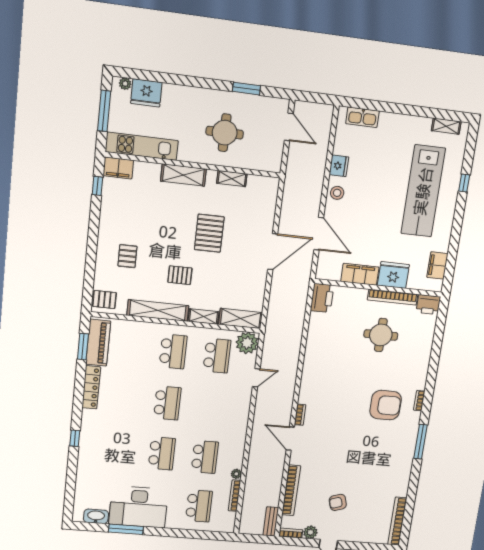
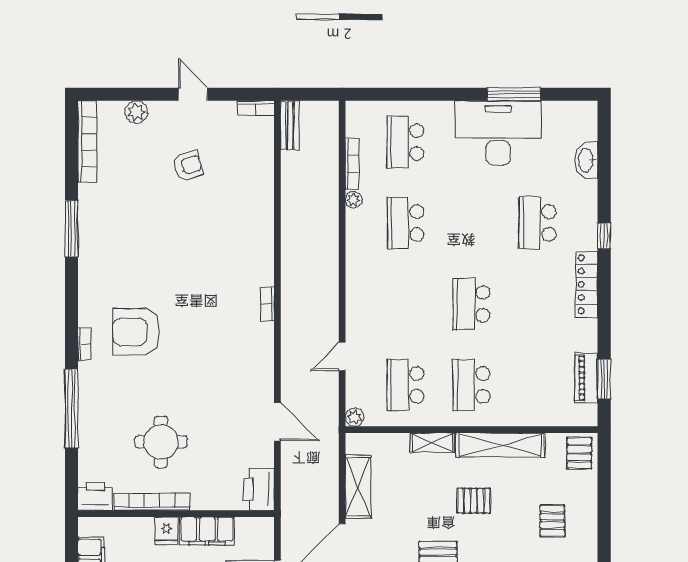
fridge: (393, 275) -> (166, 531), width x0.53, depth x0.75
pallet: (104, 300) -> (579, 453), turned 90
shelving: (241, 318) -> (358, 487), moved, turned 90
piano: (98, 343) -> (586, 378), width x0.73, depth x0.75
plant: (247, 343) -> (355, 417), width x0.53, depth x0.53
window: (434, 362) -> (72, 409), added
locker: (91, 387) -> (587, 284), moved
door: (290, 439) -> (277, 422), moved
window: (420, 442) -> (72, 229), moved
school desk: (162, 453) -> (537, 223), moved
bookcase: (291, 490) -> (265, 180), removed
washbasin: (96, 516) -> (586, 160), moved, turned 90
plant: (310, 532) -> (136, 112), moved

